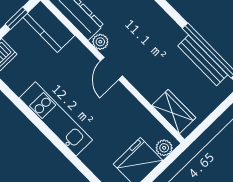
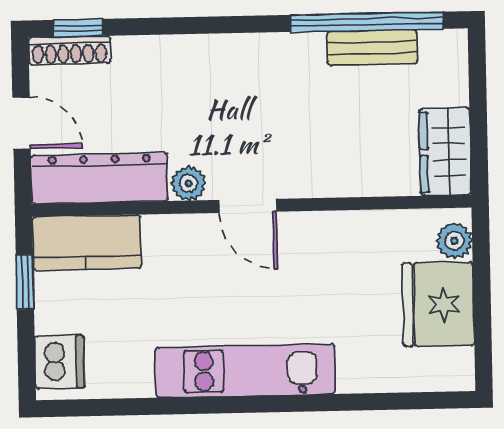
bench: (203, 60) -> (372, 47), width x0.73
wardrobe: (174, 112) -> (445, 152), moved, turned -90

